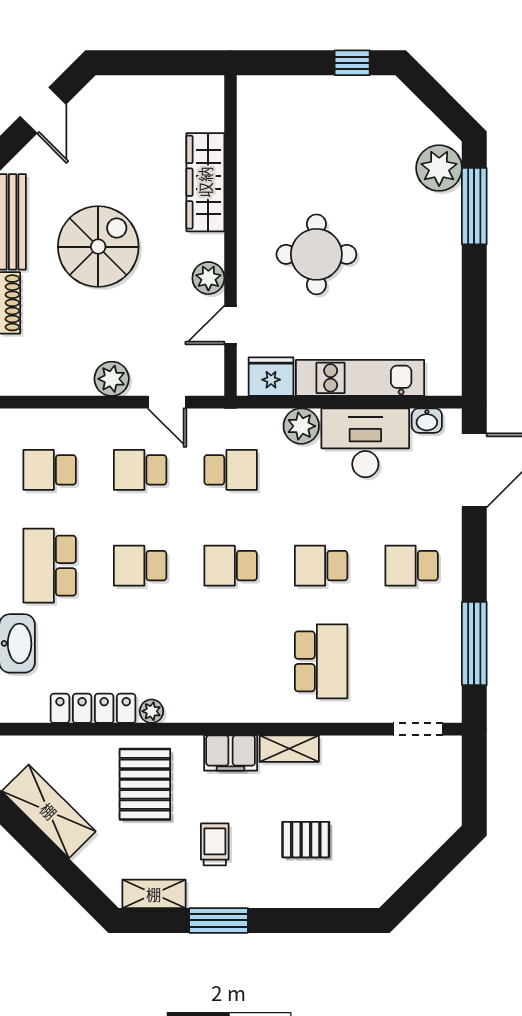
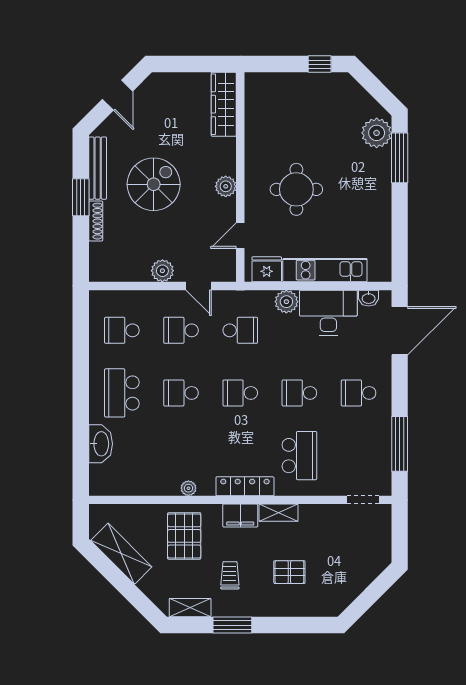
wardrobe: (205, 182) -> (224, 104), moved
plant: (208, 278) -> (226, 186), moved
locker: (93, 708) -> (245, 486), moved

